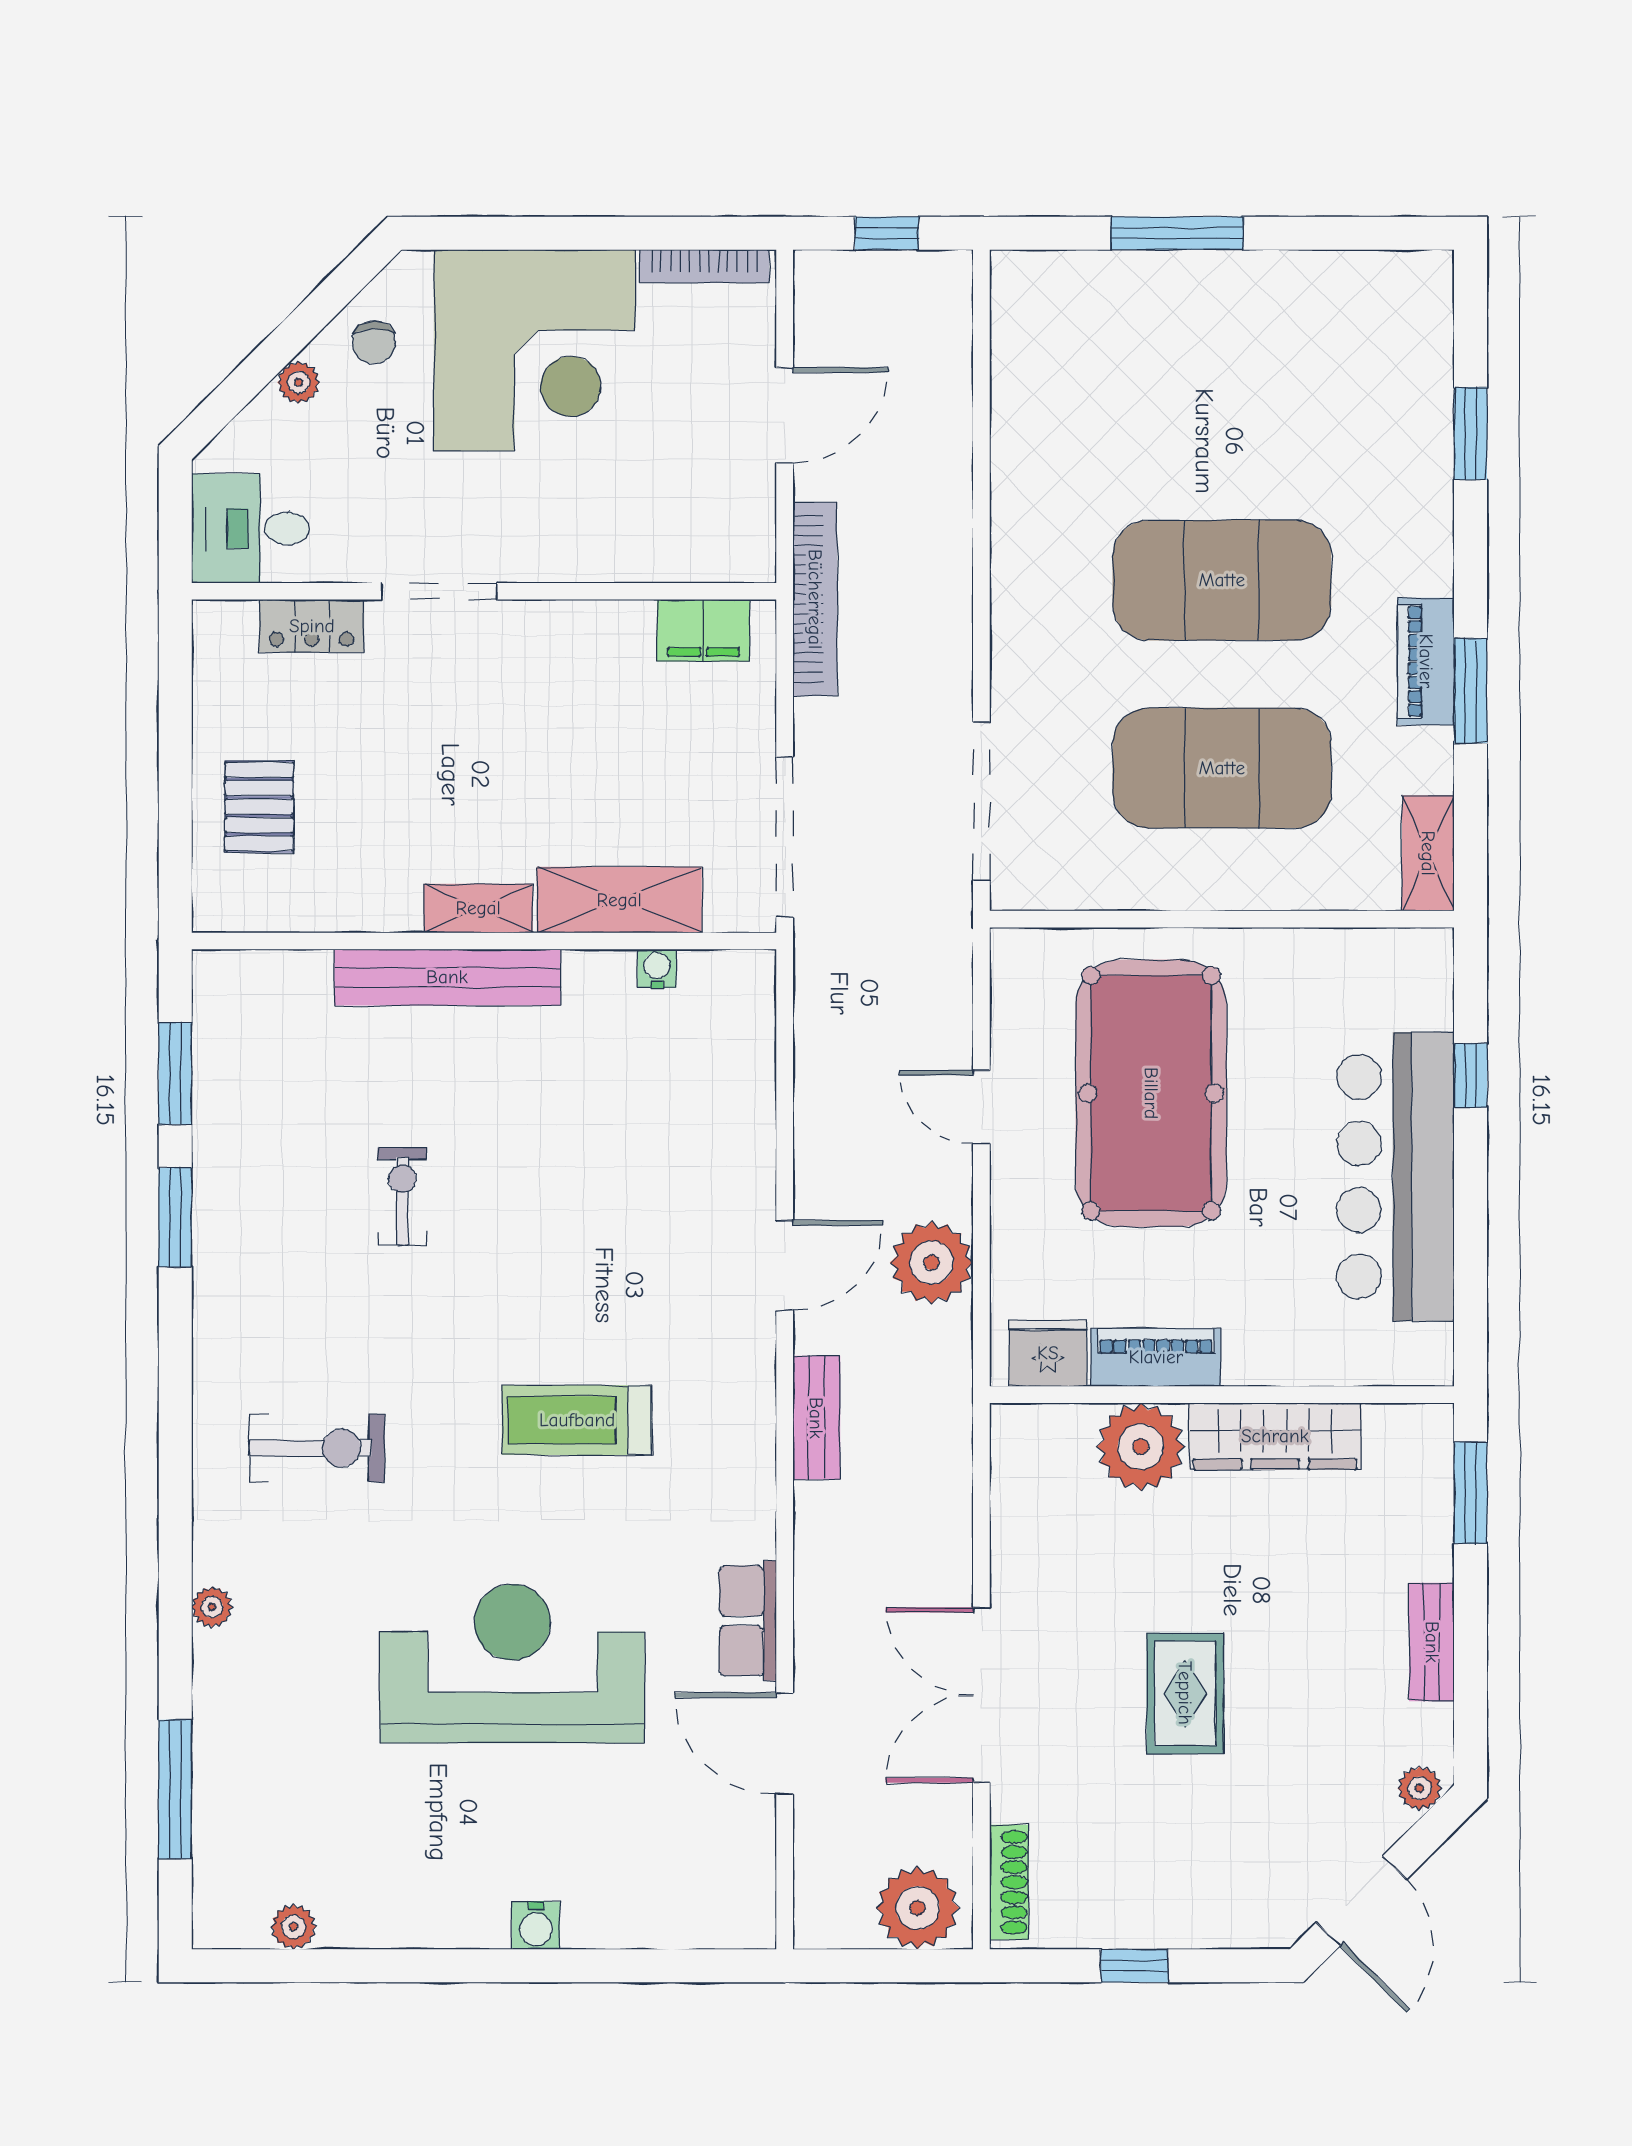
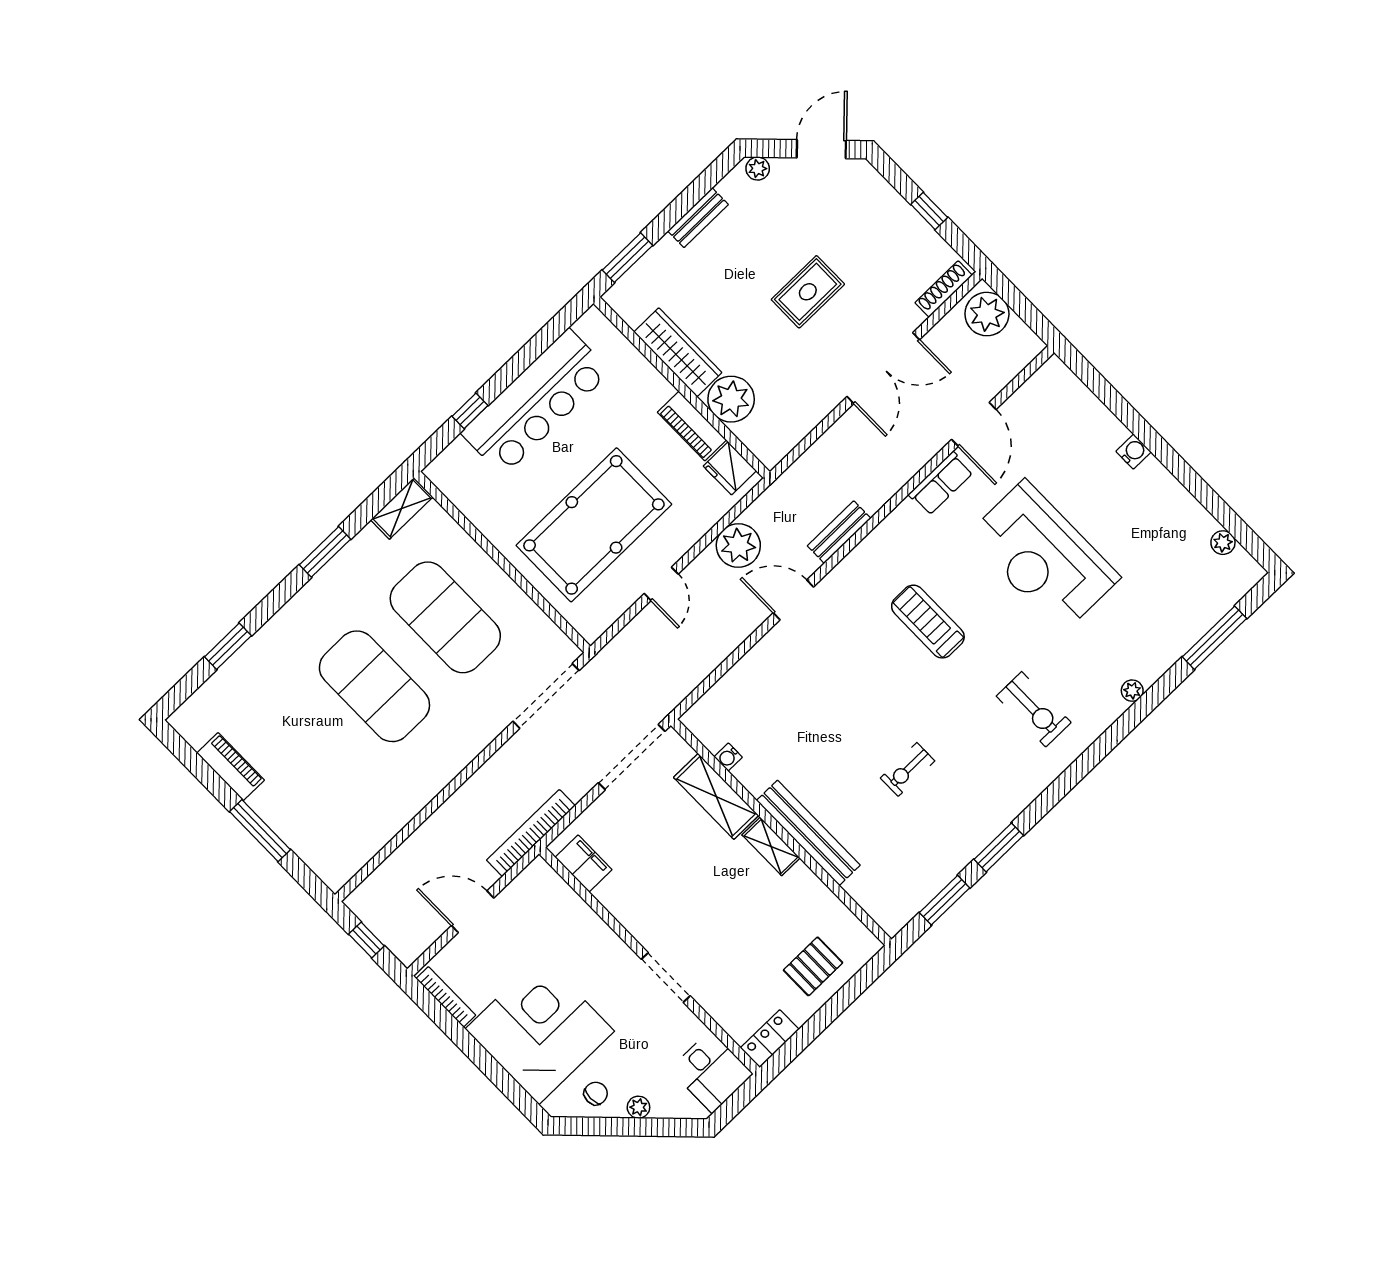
locker: (312, 626) -> (770, 1039), moved, turned -90
piano: (1426, 661) -> (231, 767), moved, turned -90
treadmill: (577, 1420) -> (928, 622), turned 180
exercise bike: (317, 1448) -> (1034, 709), turned 180

